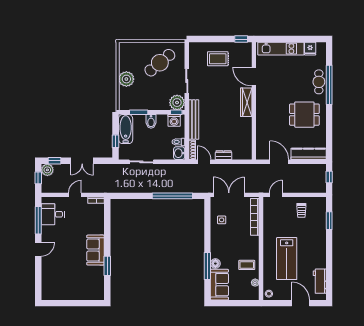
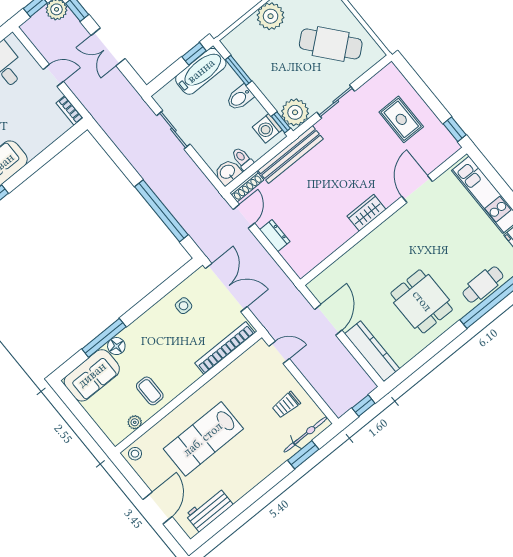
wardrobe: (246, 102) -> (367, 213), width x0.67
window: (116, 141) -> (194, 54), moved
bicycle: (321, 212) -> (306, 434), added

